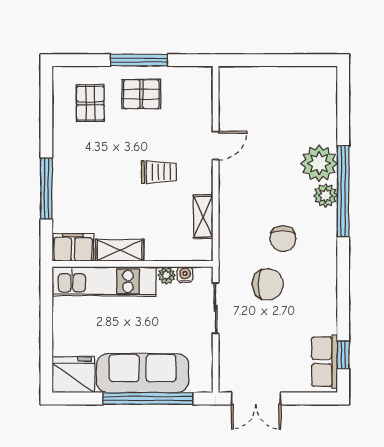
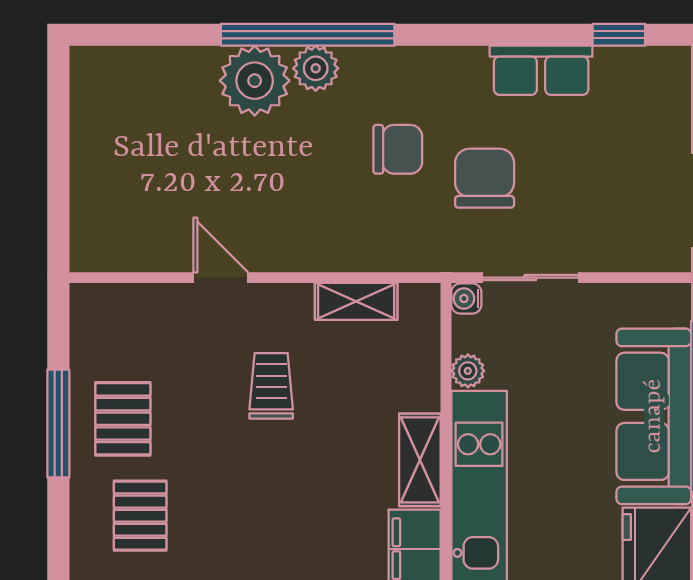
pallet: (90, 103) -> (140, 516), turned 90
water cooler: (185, 275) -> (466, 298), moved
row of seats: (325, 362) -> (541, 70), moved

